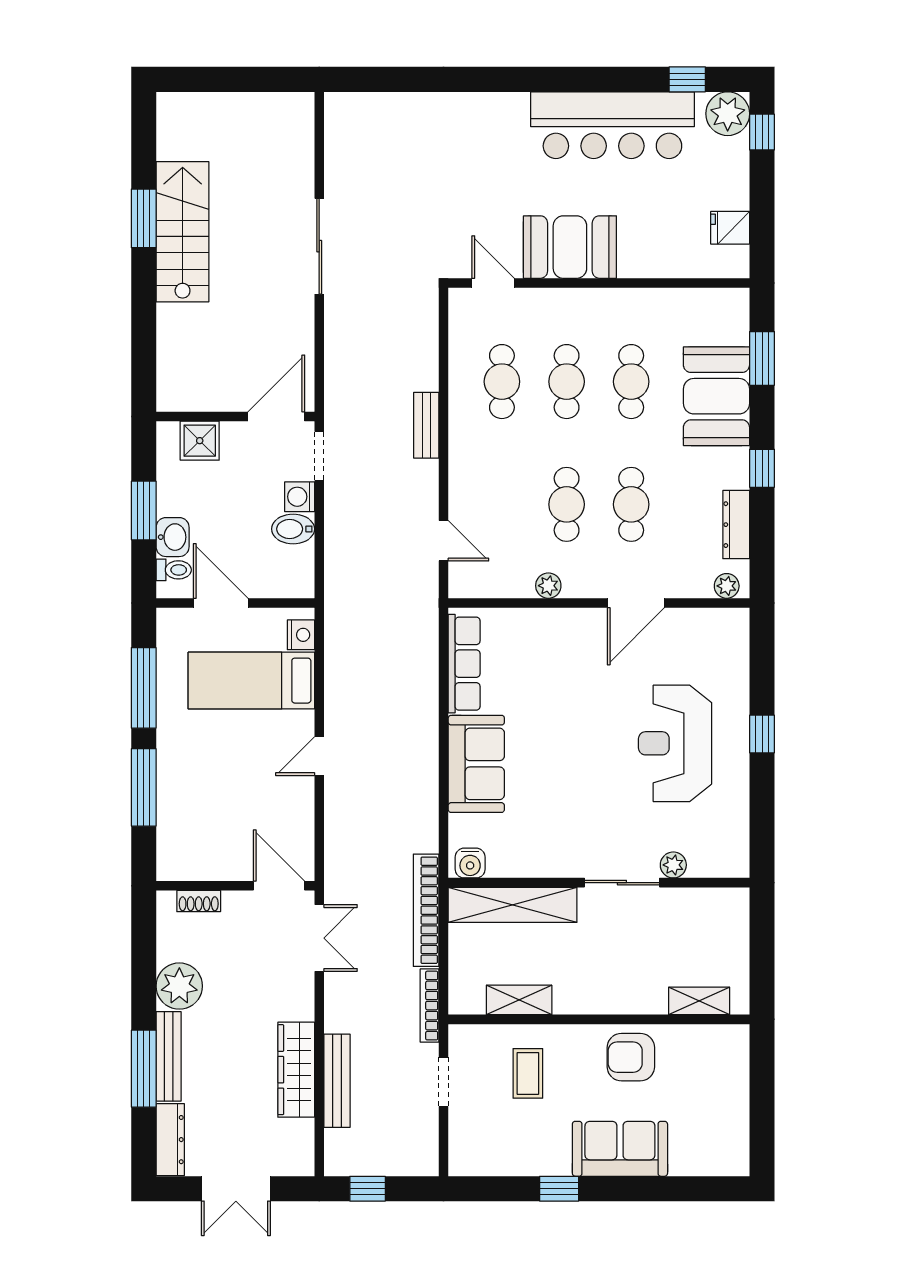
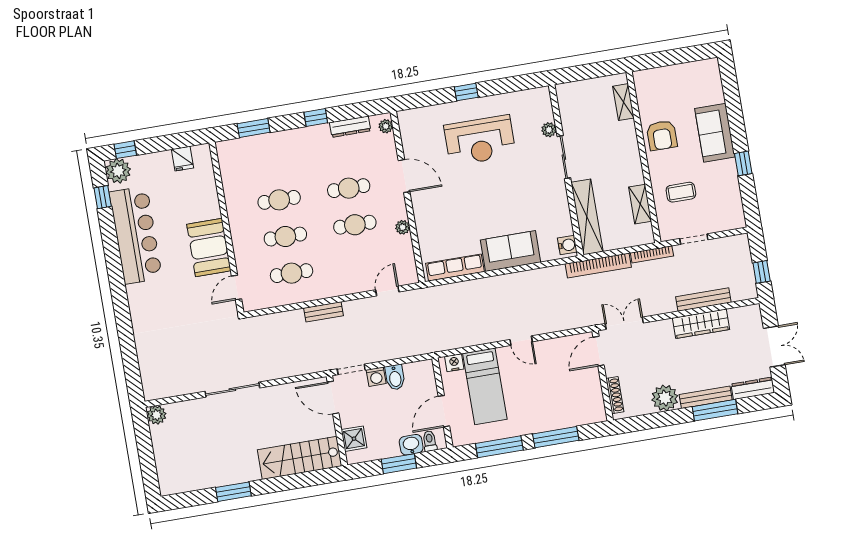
plant: (298, 109) -> (157, 415), added
stairs: (183, 232) -> (300, 458), moved
booth: (716, 396) -> (279, 150), removed
shoe rack: (199, 901) -> (615, 395), width x1.43

